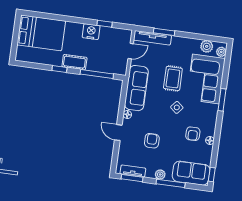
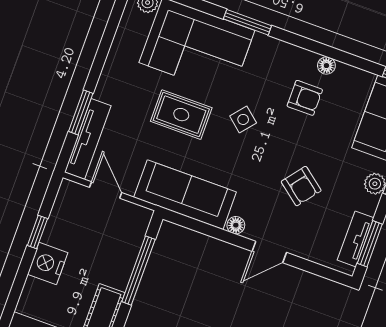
plant: (207, 46) -> (130, 30), removed
armchair: (152, 141) -> (301, 186), turned -142

